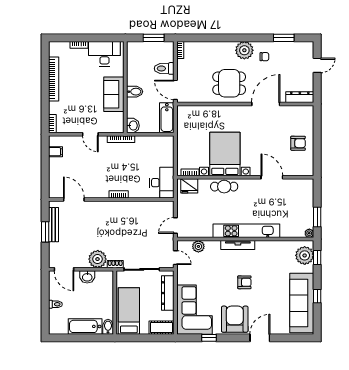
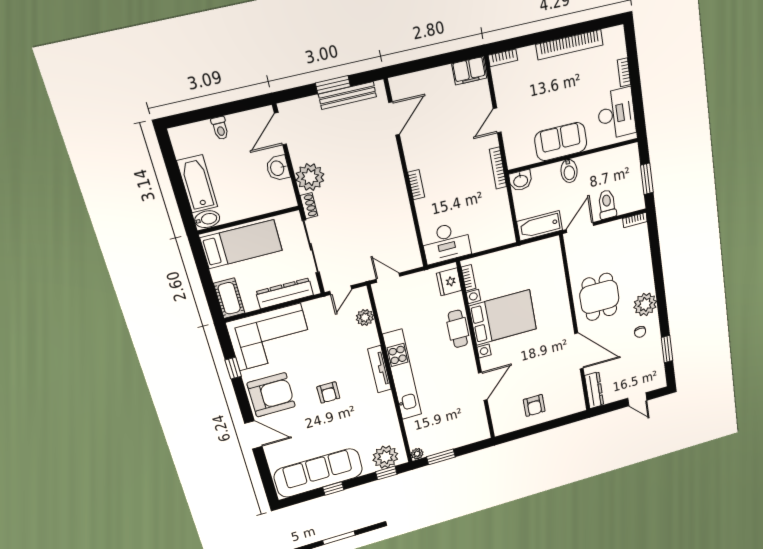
filing cabinet: (56, 152) -> (469, 71), width x2.00

